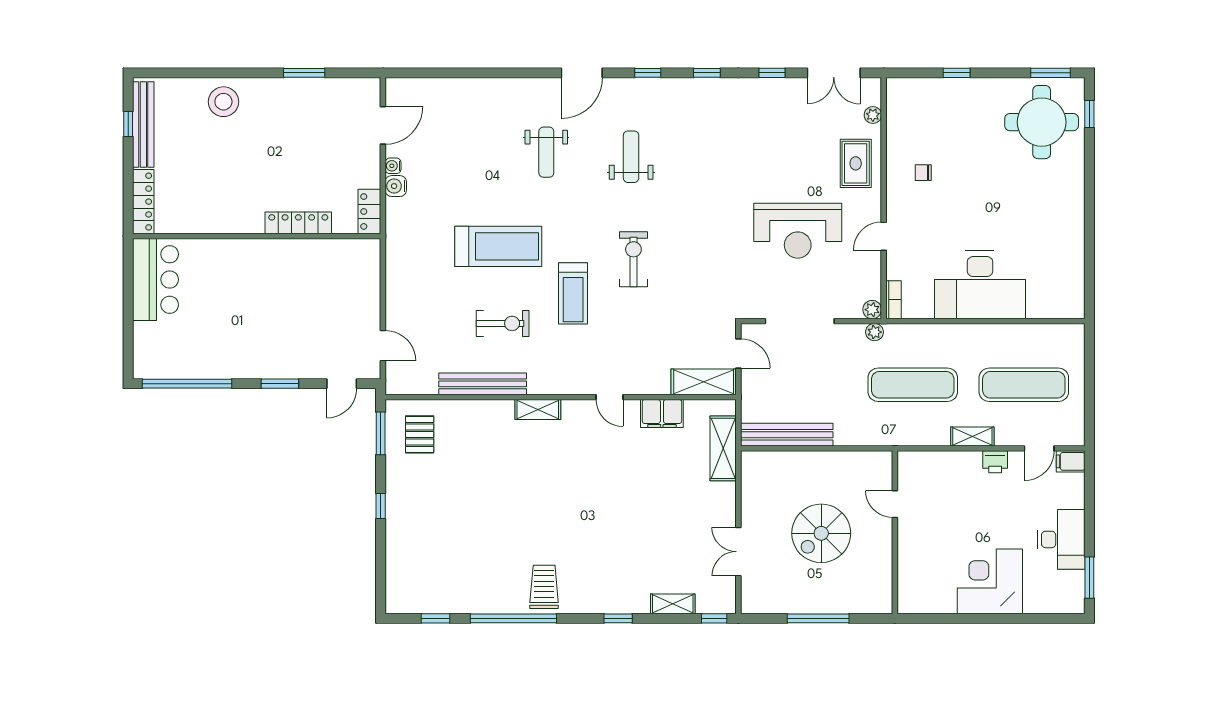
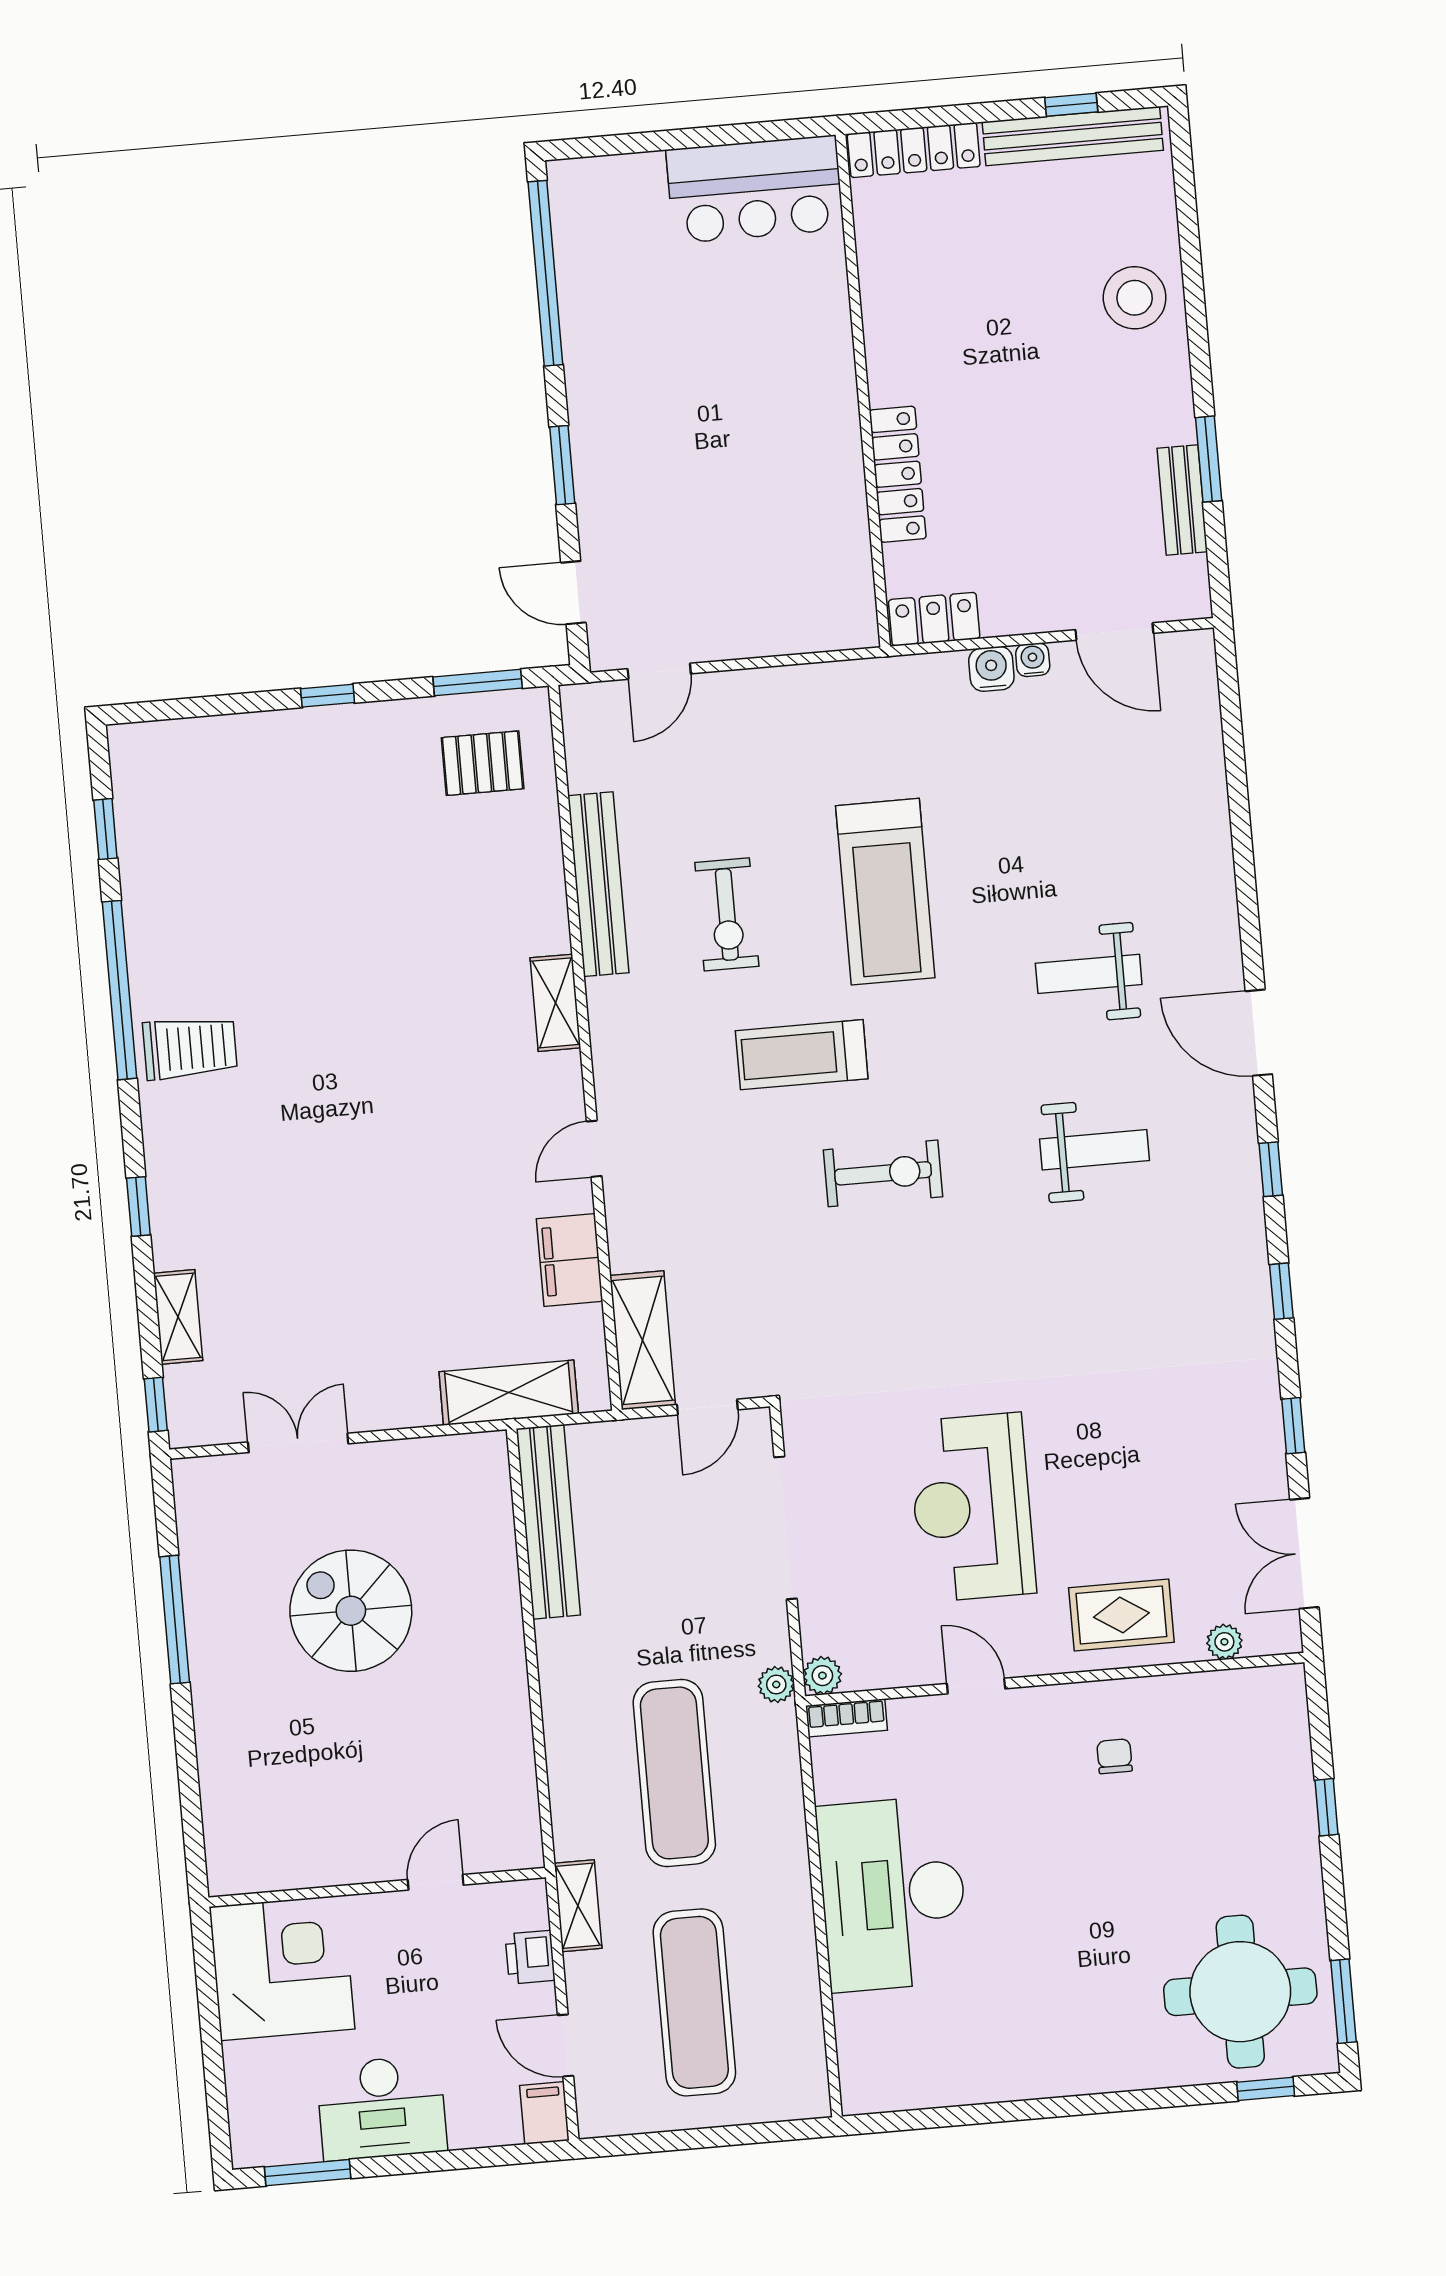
bench: (323, 87) -> (1182, 500), added
door: (895, 504) -> (436, 1882), moved
wall: (895, 532) -> (377, 1887), moved

